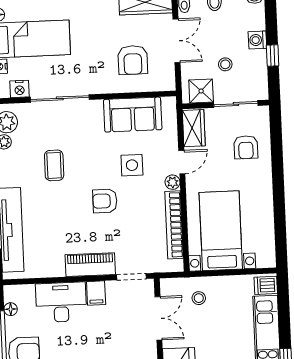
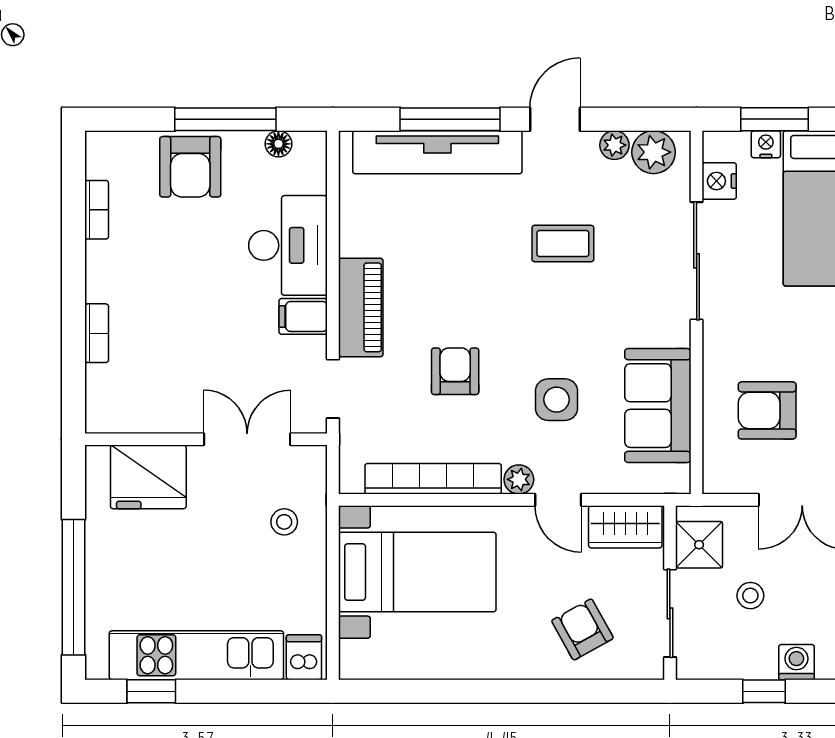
armchair: (246, 147) -> (582, 629), turned 61
armchair: (105, 201) -> (455, 371), moved
double door: (158, 318) -> (247, 439), swing flipped

